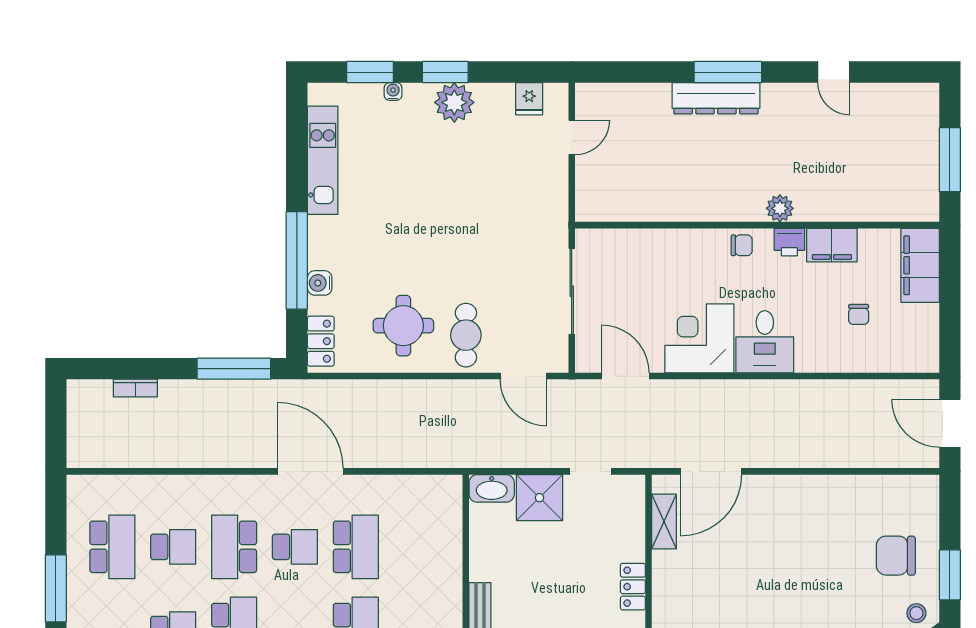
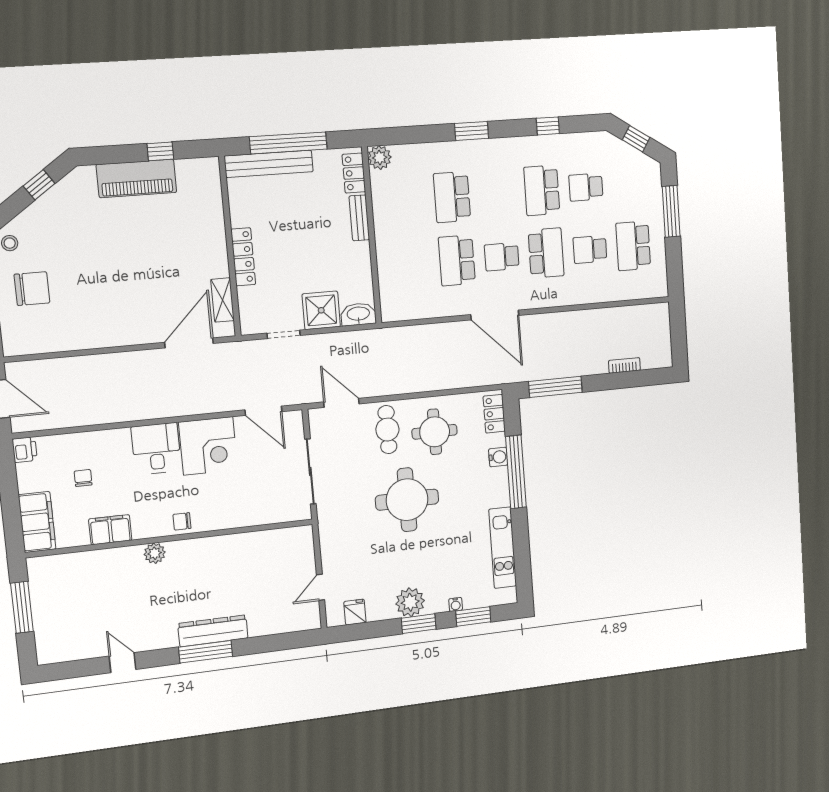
round table: (447, 240) -> (407, 500), added
printer: (789, 242) -> (25, 450), moved, turned 90
locker: (633, 587) -> (243, 257), width x1.53

